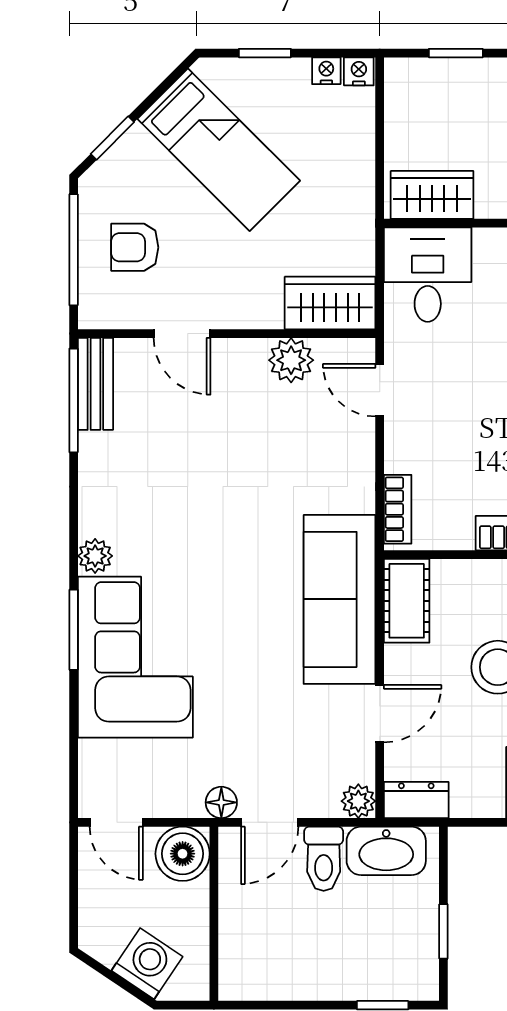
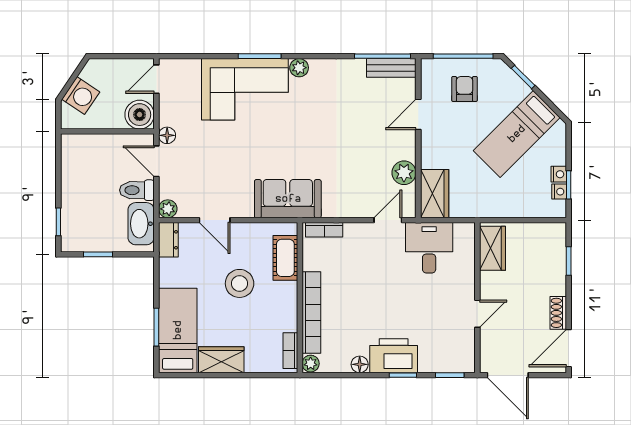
window: (265, 53) -> (569, 185), moved
nightstand: (359, 71) -> (559, 174), moved
desk: (428, 275) -> (429, 248), moved, turned -90
sofa: (339, 599) -> (288, 199), width x0.73
cot: (407, 601) -> (285, 258), moved, turned 90

